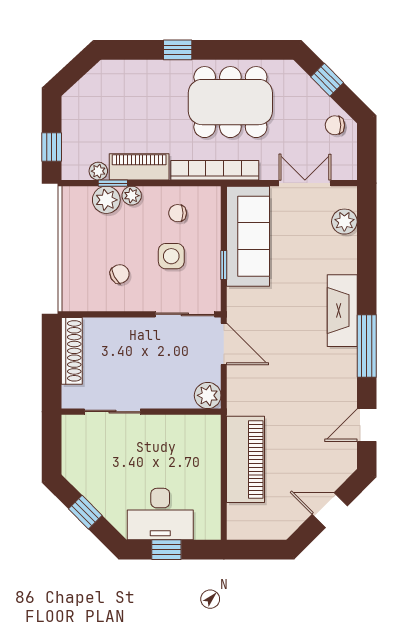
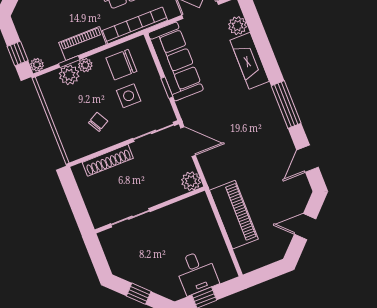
plant: (98, 171) -> (37, 65), moved
chair: (178, 213) -> (121, 65), width x1.87, depth x1.87
fireplace: (342, 311) -> (250, 61), moved
shoe rack: (72, 351) -> (108, 160), moved, turned 90
desk: (160, 514) -> (196, 272), width x0.73

